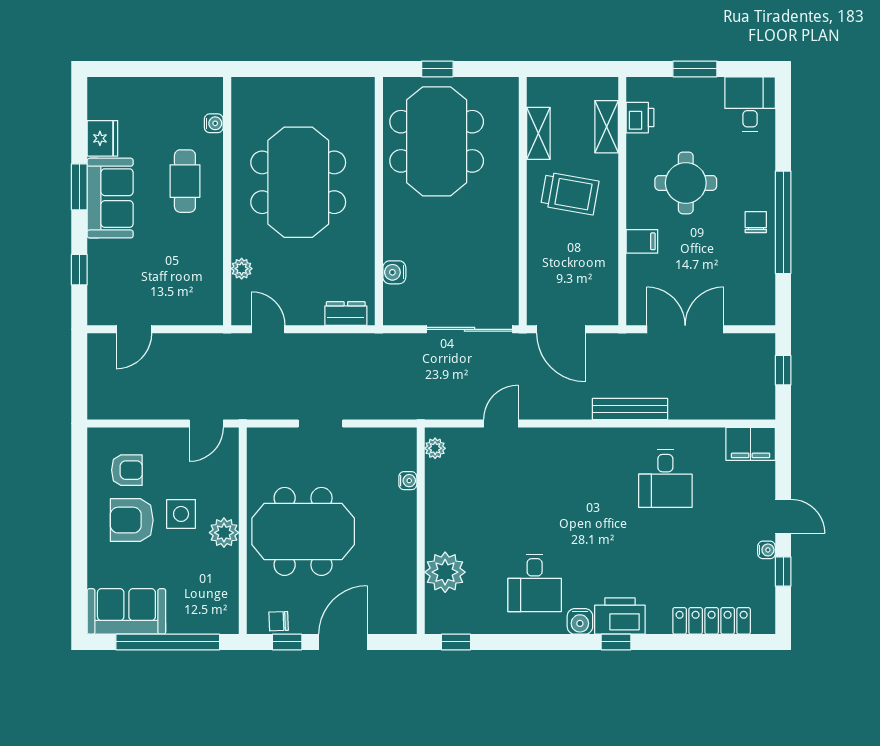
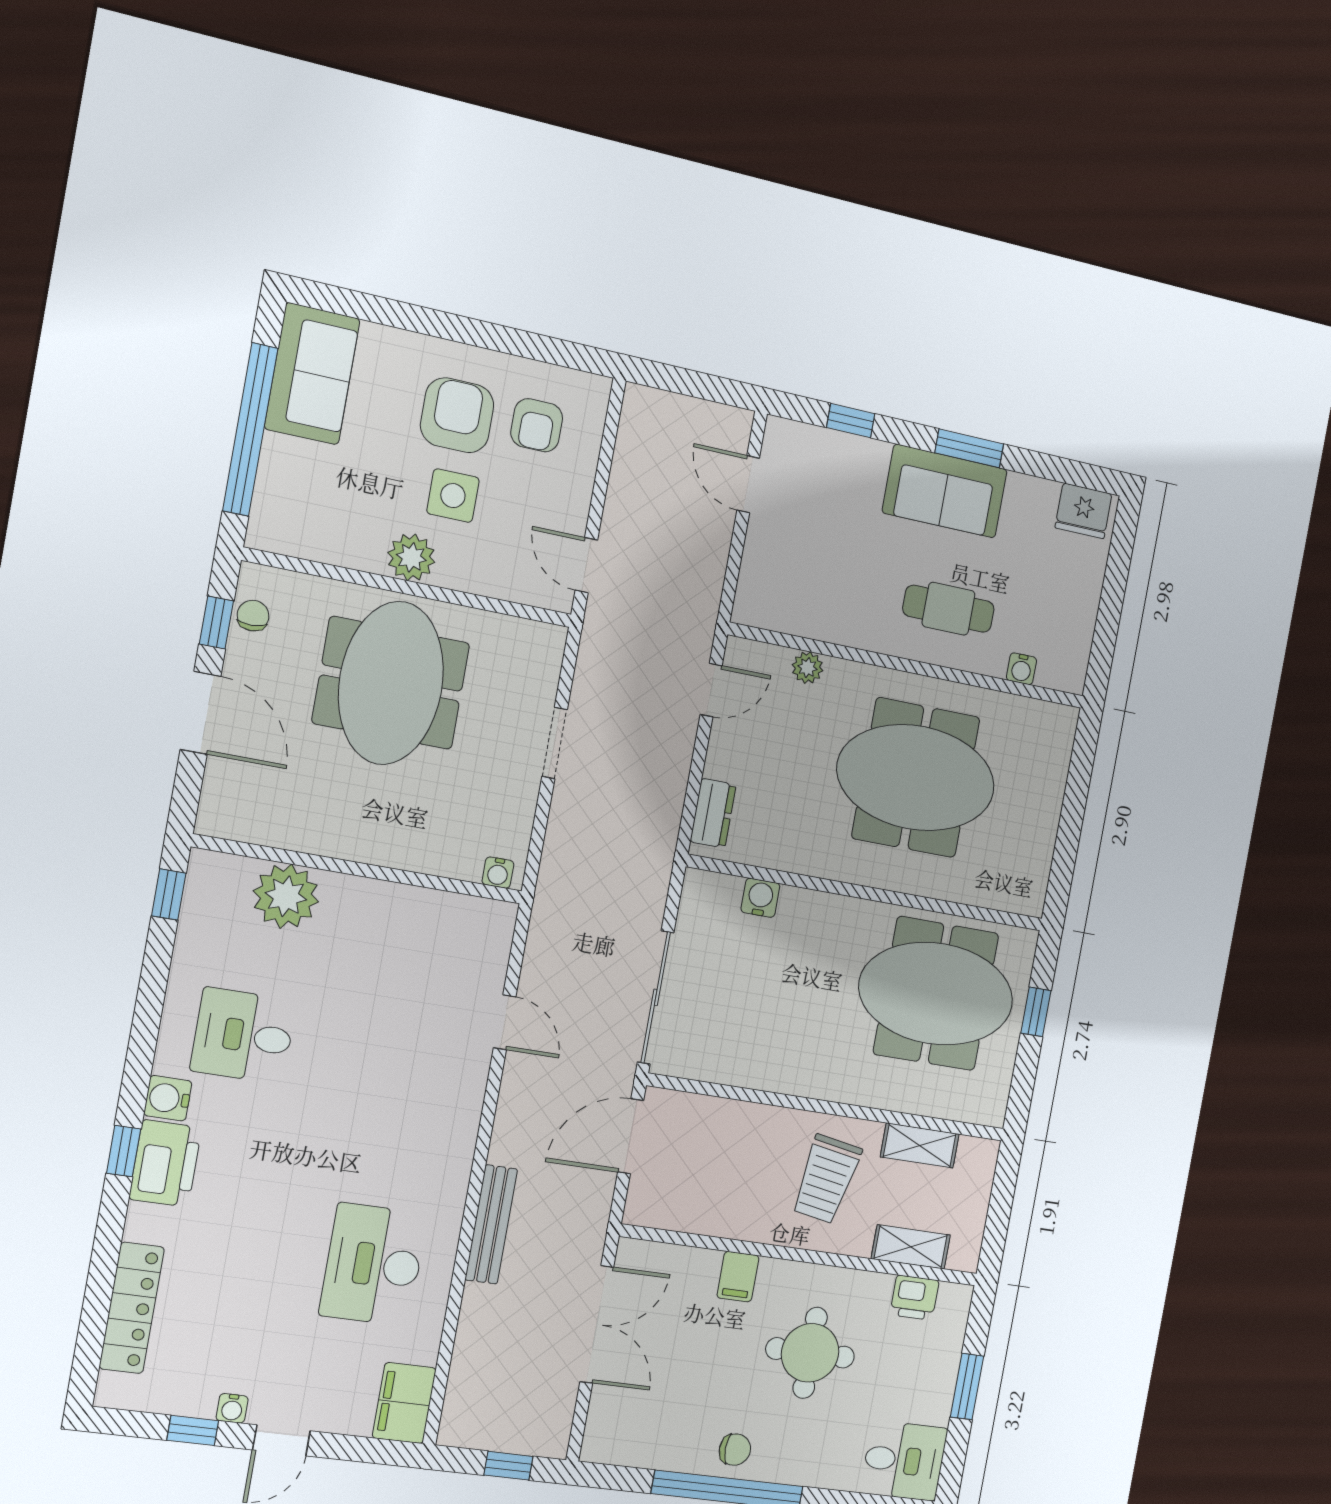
fridge: (102, 138) -> (1084, 511), moved
plant: (435, 448) -> (485, 914), removed
desk: (665, 479) -> (373, 1265), width x1.37
water cooler: (408, 481) -> (498, 873), moved

